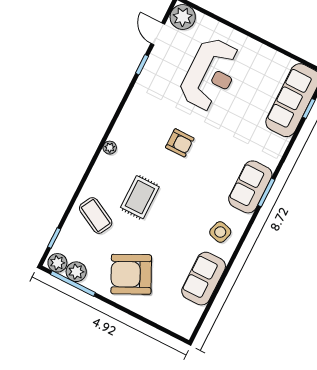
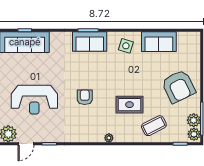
reception desk: (211, 75) -> (34, 100), turned 180
coffee table: (96, 215) -> (154, 126), turned 35

